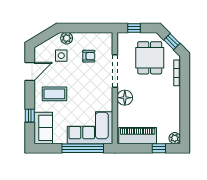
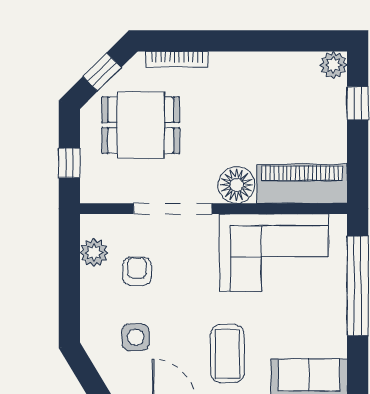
plant: (67, 38) -> (94, 253), moved
corner sofa: (90, 128) -> (274, 253), moved, turned -90
piano: (138, 136) -> (302, 184), moved, turned 90

